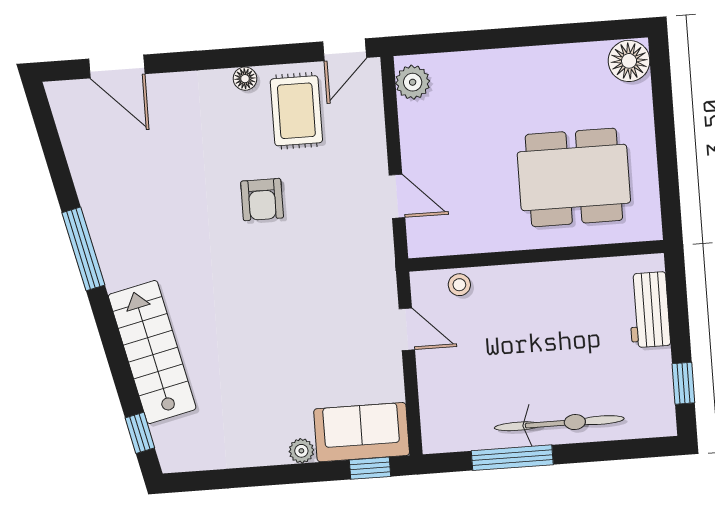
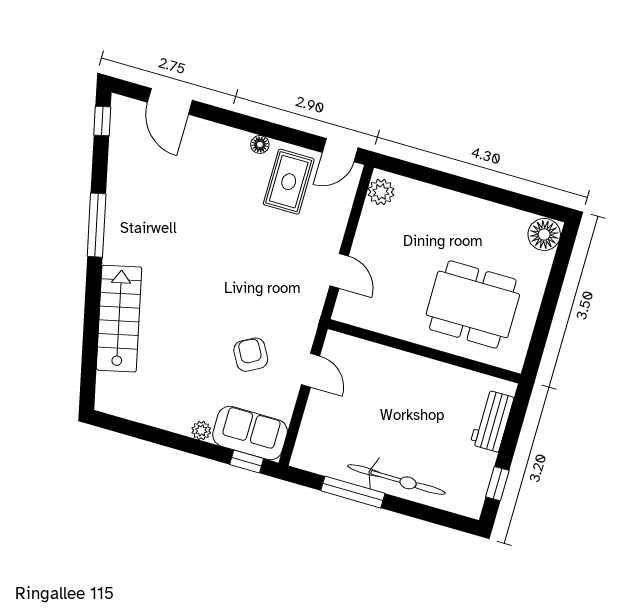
armchair: (262, 200) -> (251, 355), moved, turned 151
stool: (459, 285) -> (361, 352), removed
window: (140, 433) -> (102, 121), moved

